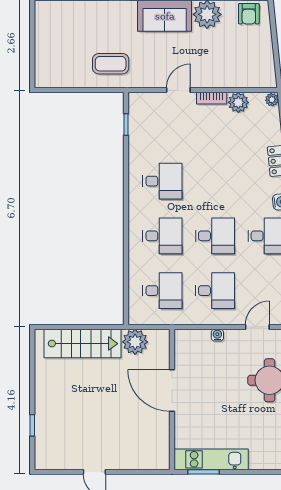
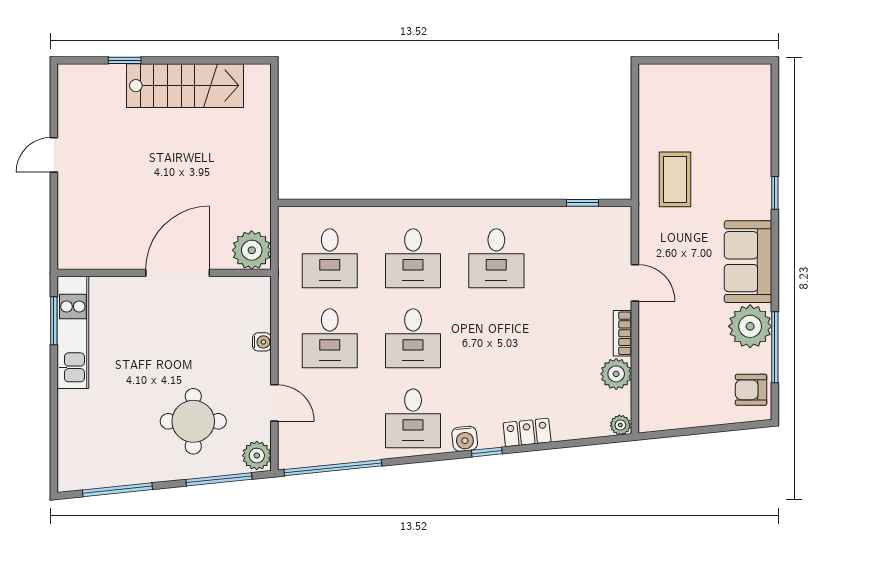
plant: (135, 342) -> (252, 250), moved
stairs: (83, 344) -> (185, 86), moved, turned -90

